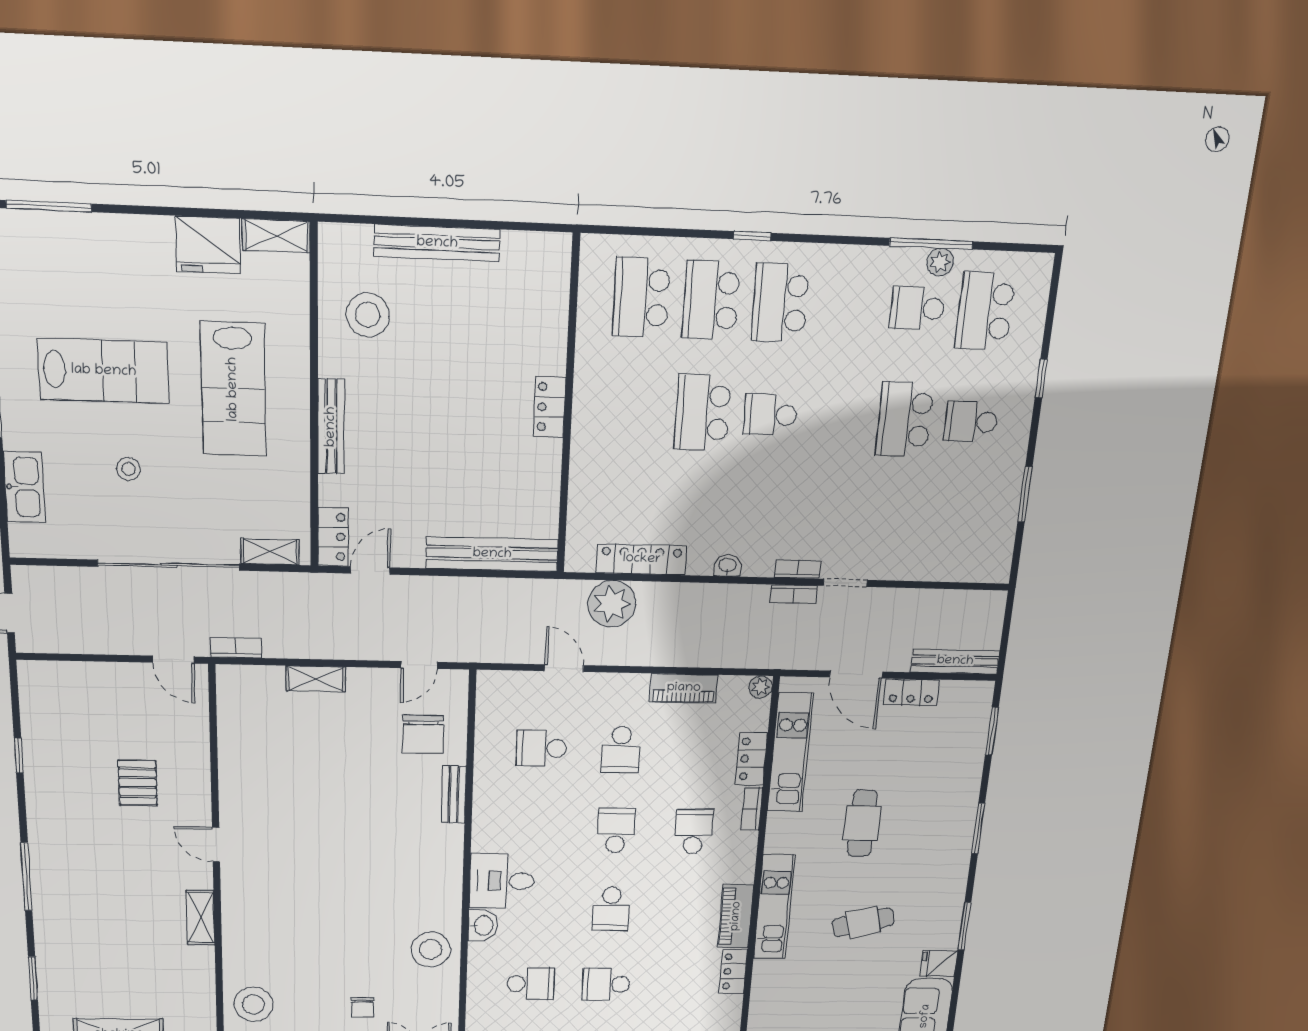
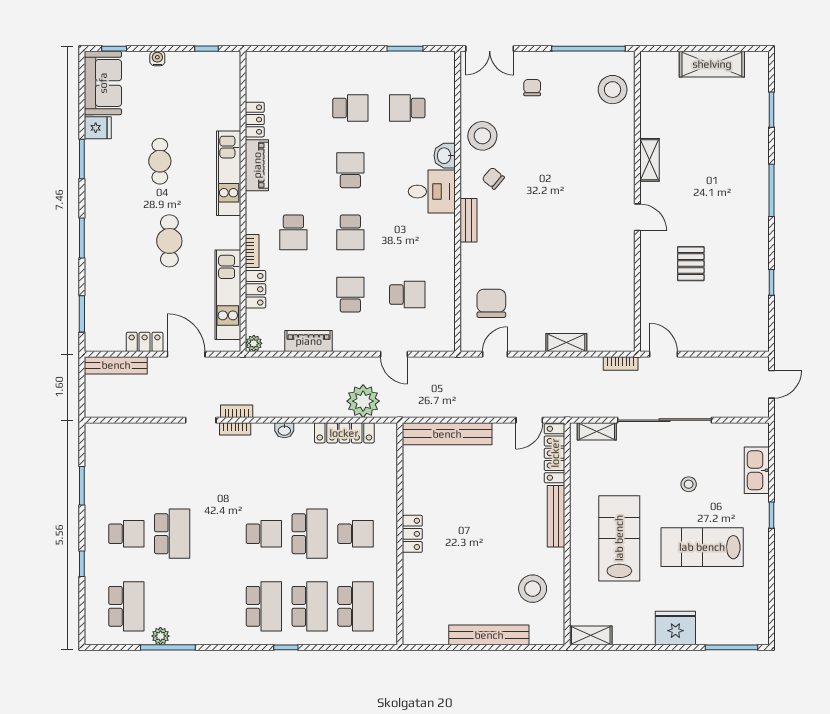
fridge: (208, 245) -> (675, 628), moved
school desk: (917, 308) -> (356, 534), moved
locker: (333, 537) -> (555, 453), width x1.53
bench: (454, 794) -> (469, 220), moved
chair: (417, 897) -> (493, 178), added
cafe table: (863, 922) -> (160, 161), turned -76

